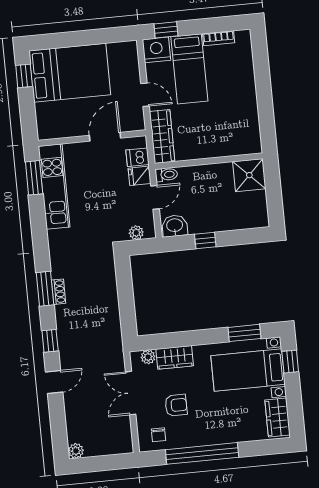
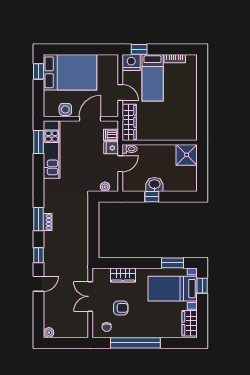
side table: (68, 127) -> (65, 109), added
washbasin: (175, 226) -> (154, 185), moved
plant: (148, 357) -> (105, 273), removed

